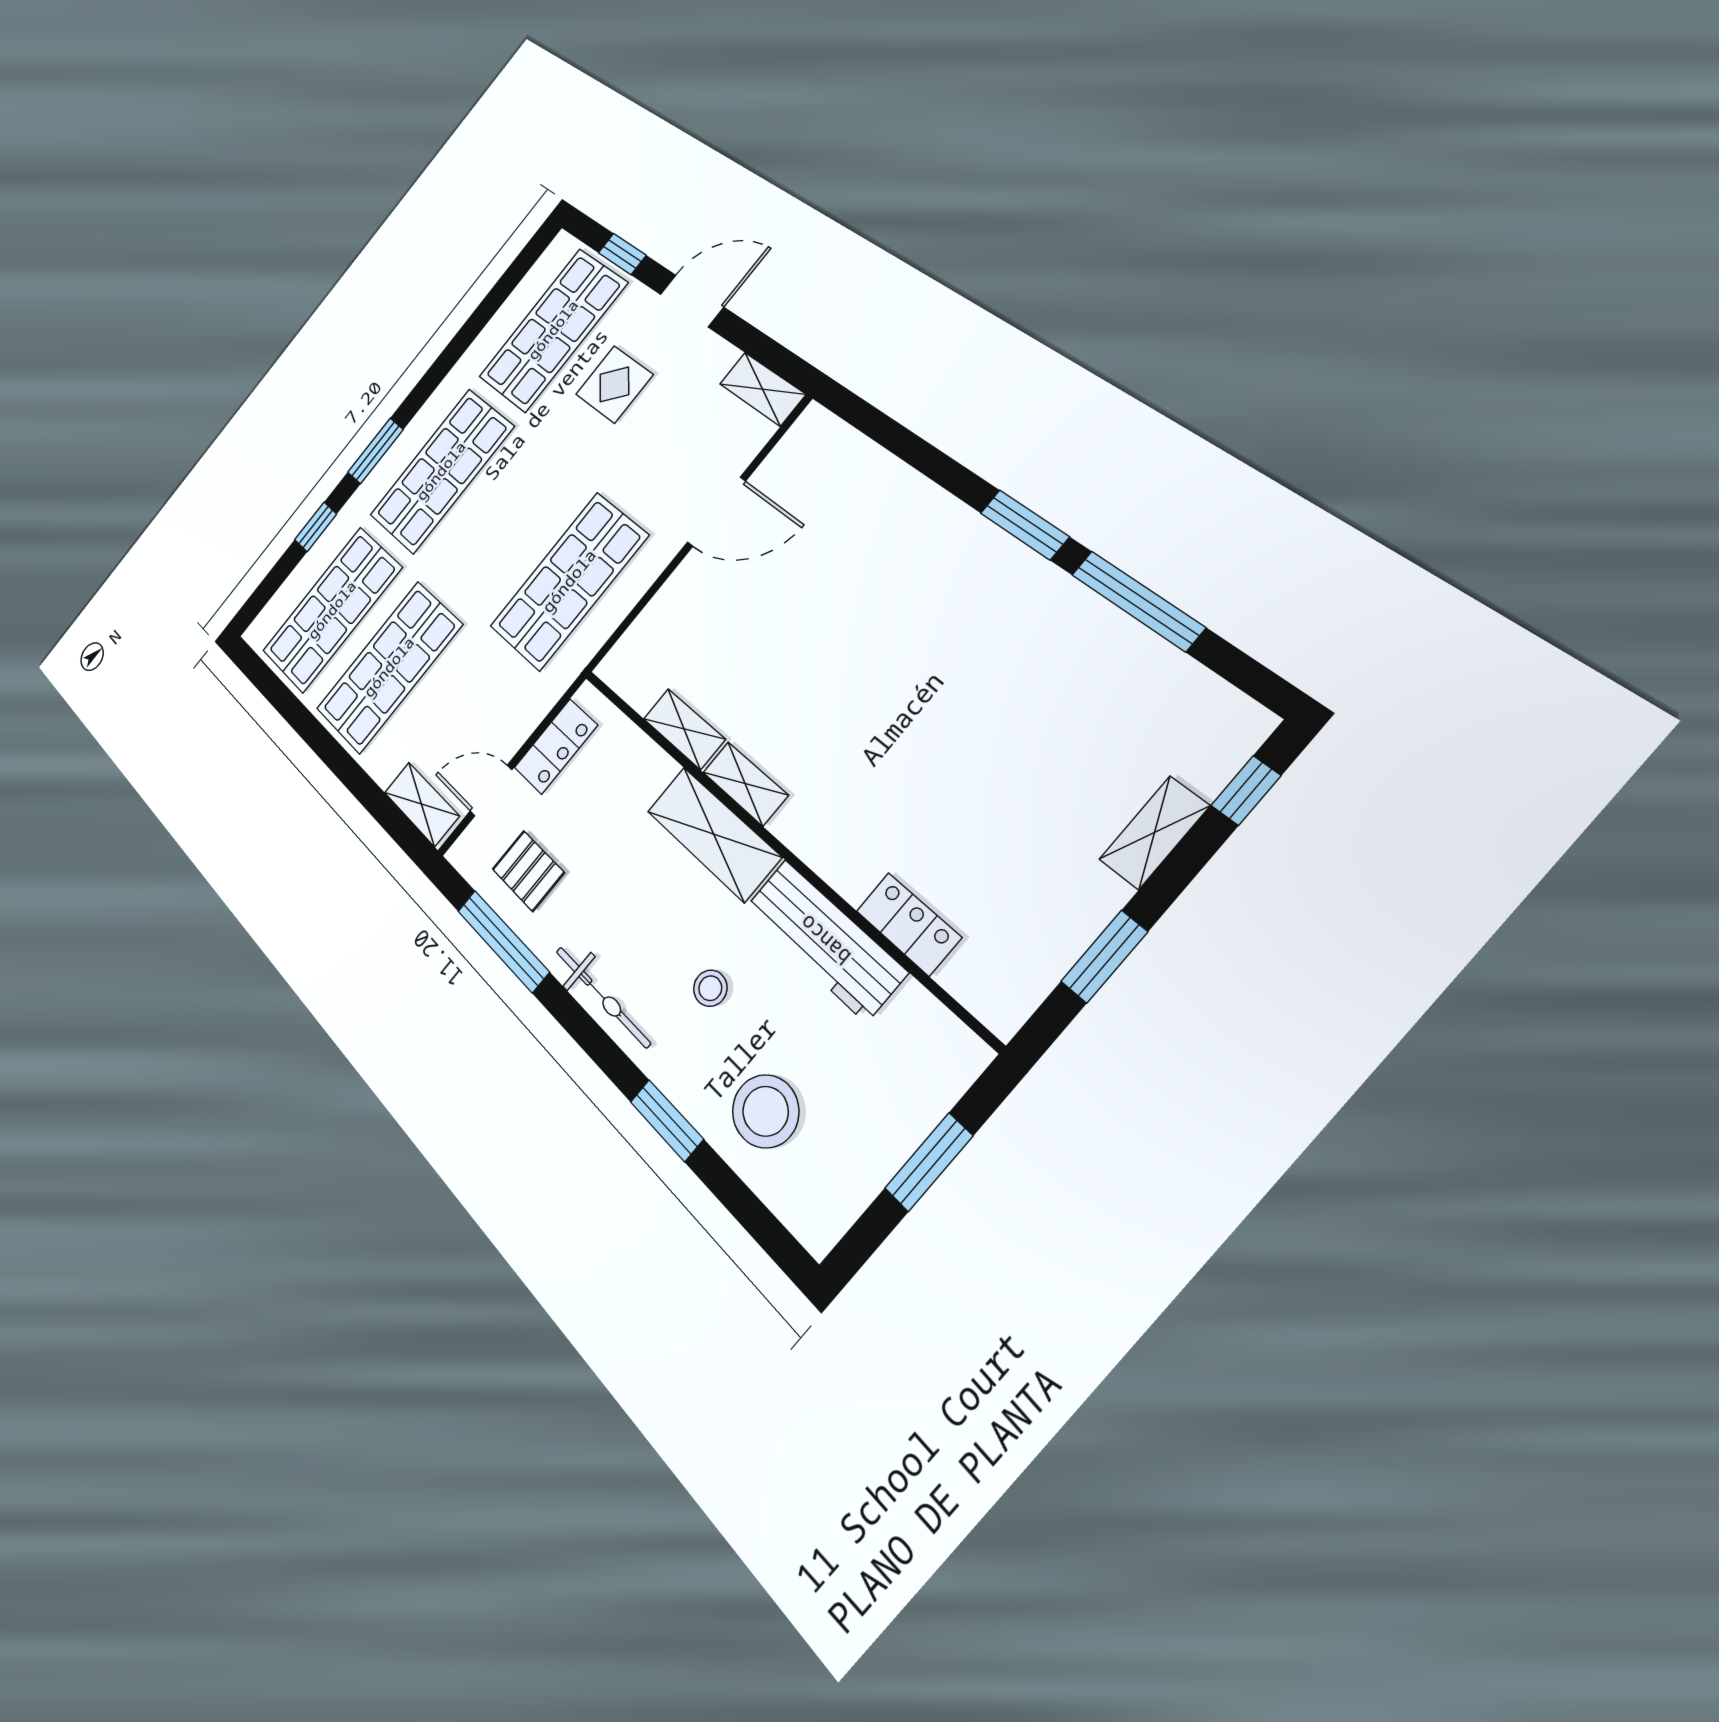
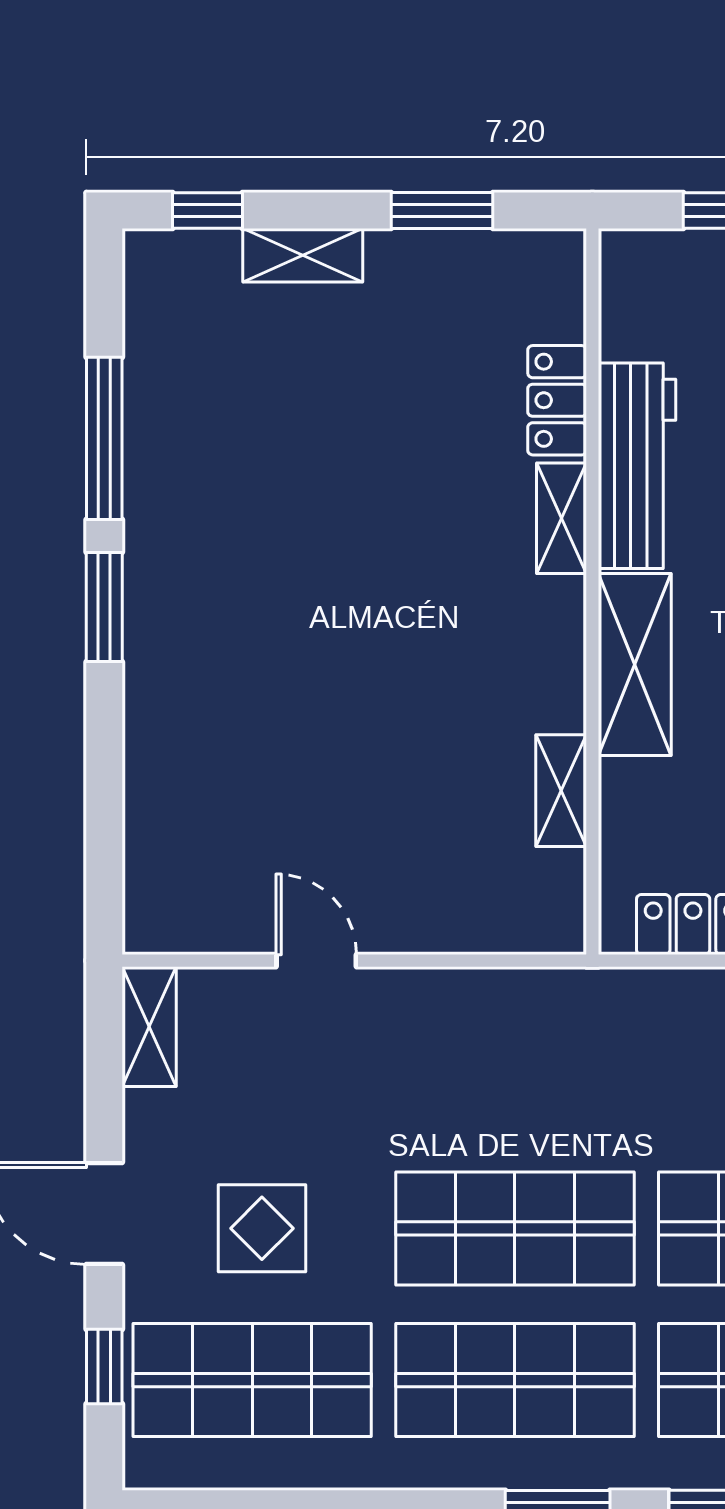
door: (716, 512) -> (316, 961), width x0.73
shop shelf: (569, 581) -> (515, 1228), moved
shelving: (745, 784) -> (561, 518), moved

